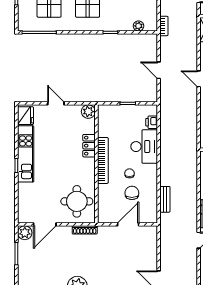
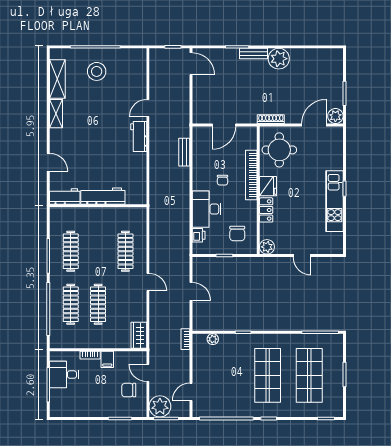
fridge: (26, 116) -> (268, 186), moved, turned 180
bookcase: (103, 160) -> (251, 175), moved
chair: (132, 193) -> (237, 233), moved

